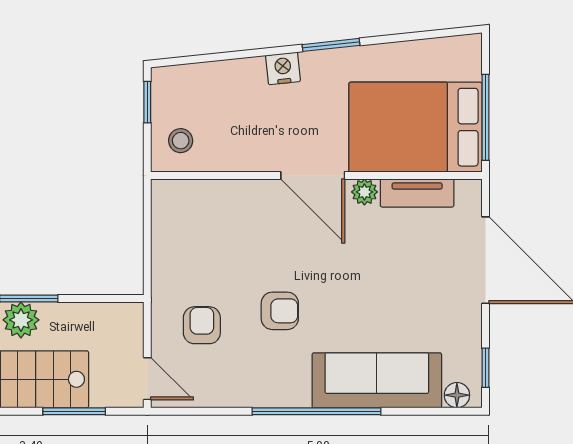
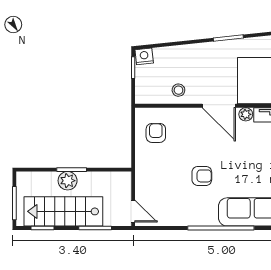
nightstand: (283, 68) -> (144, 56), moved
stool: (181, 141) -> (178, 90), moved
armchair: (202, 325) -> (156, 133), moved

